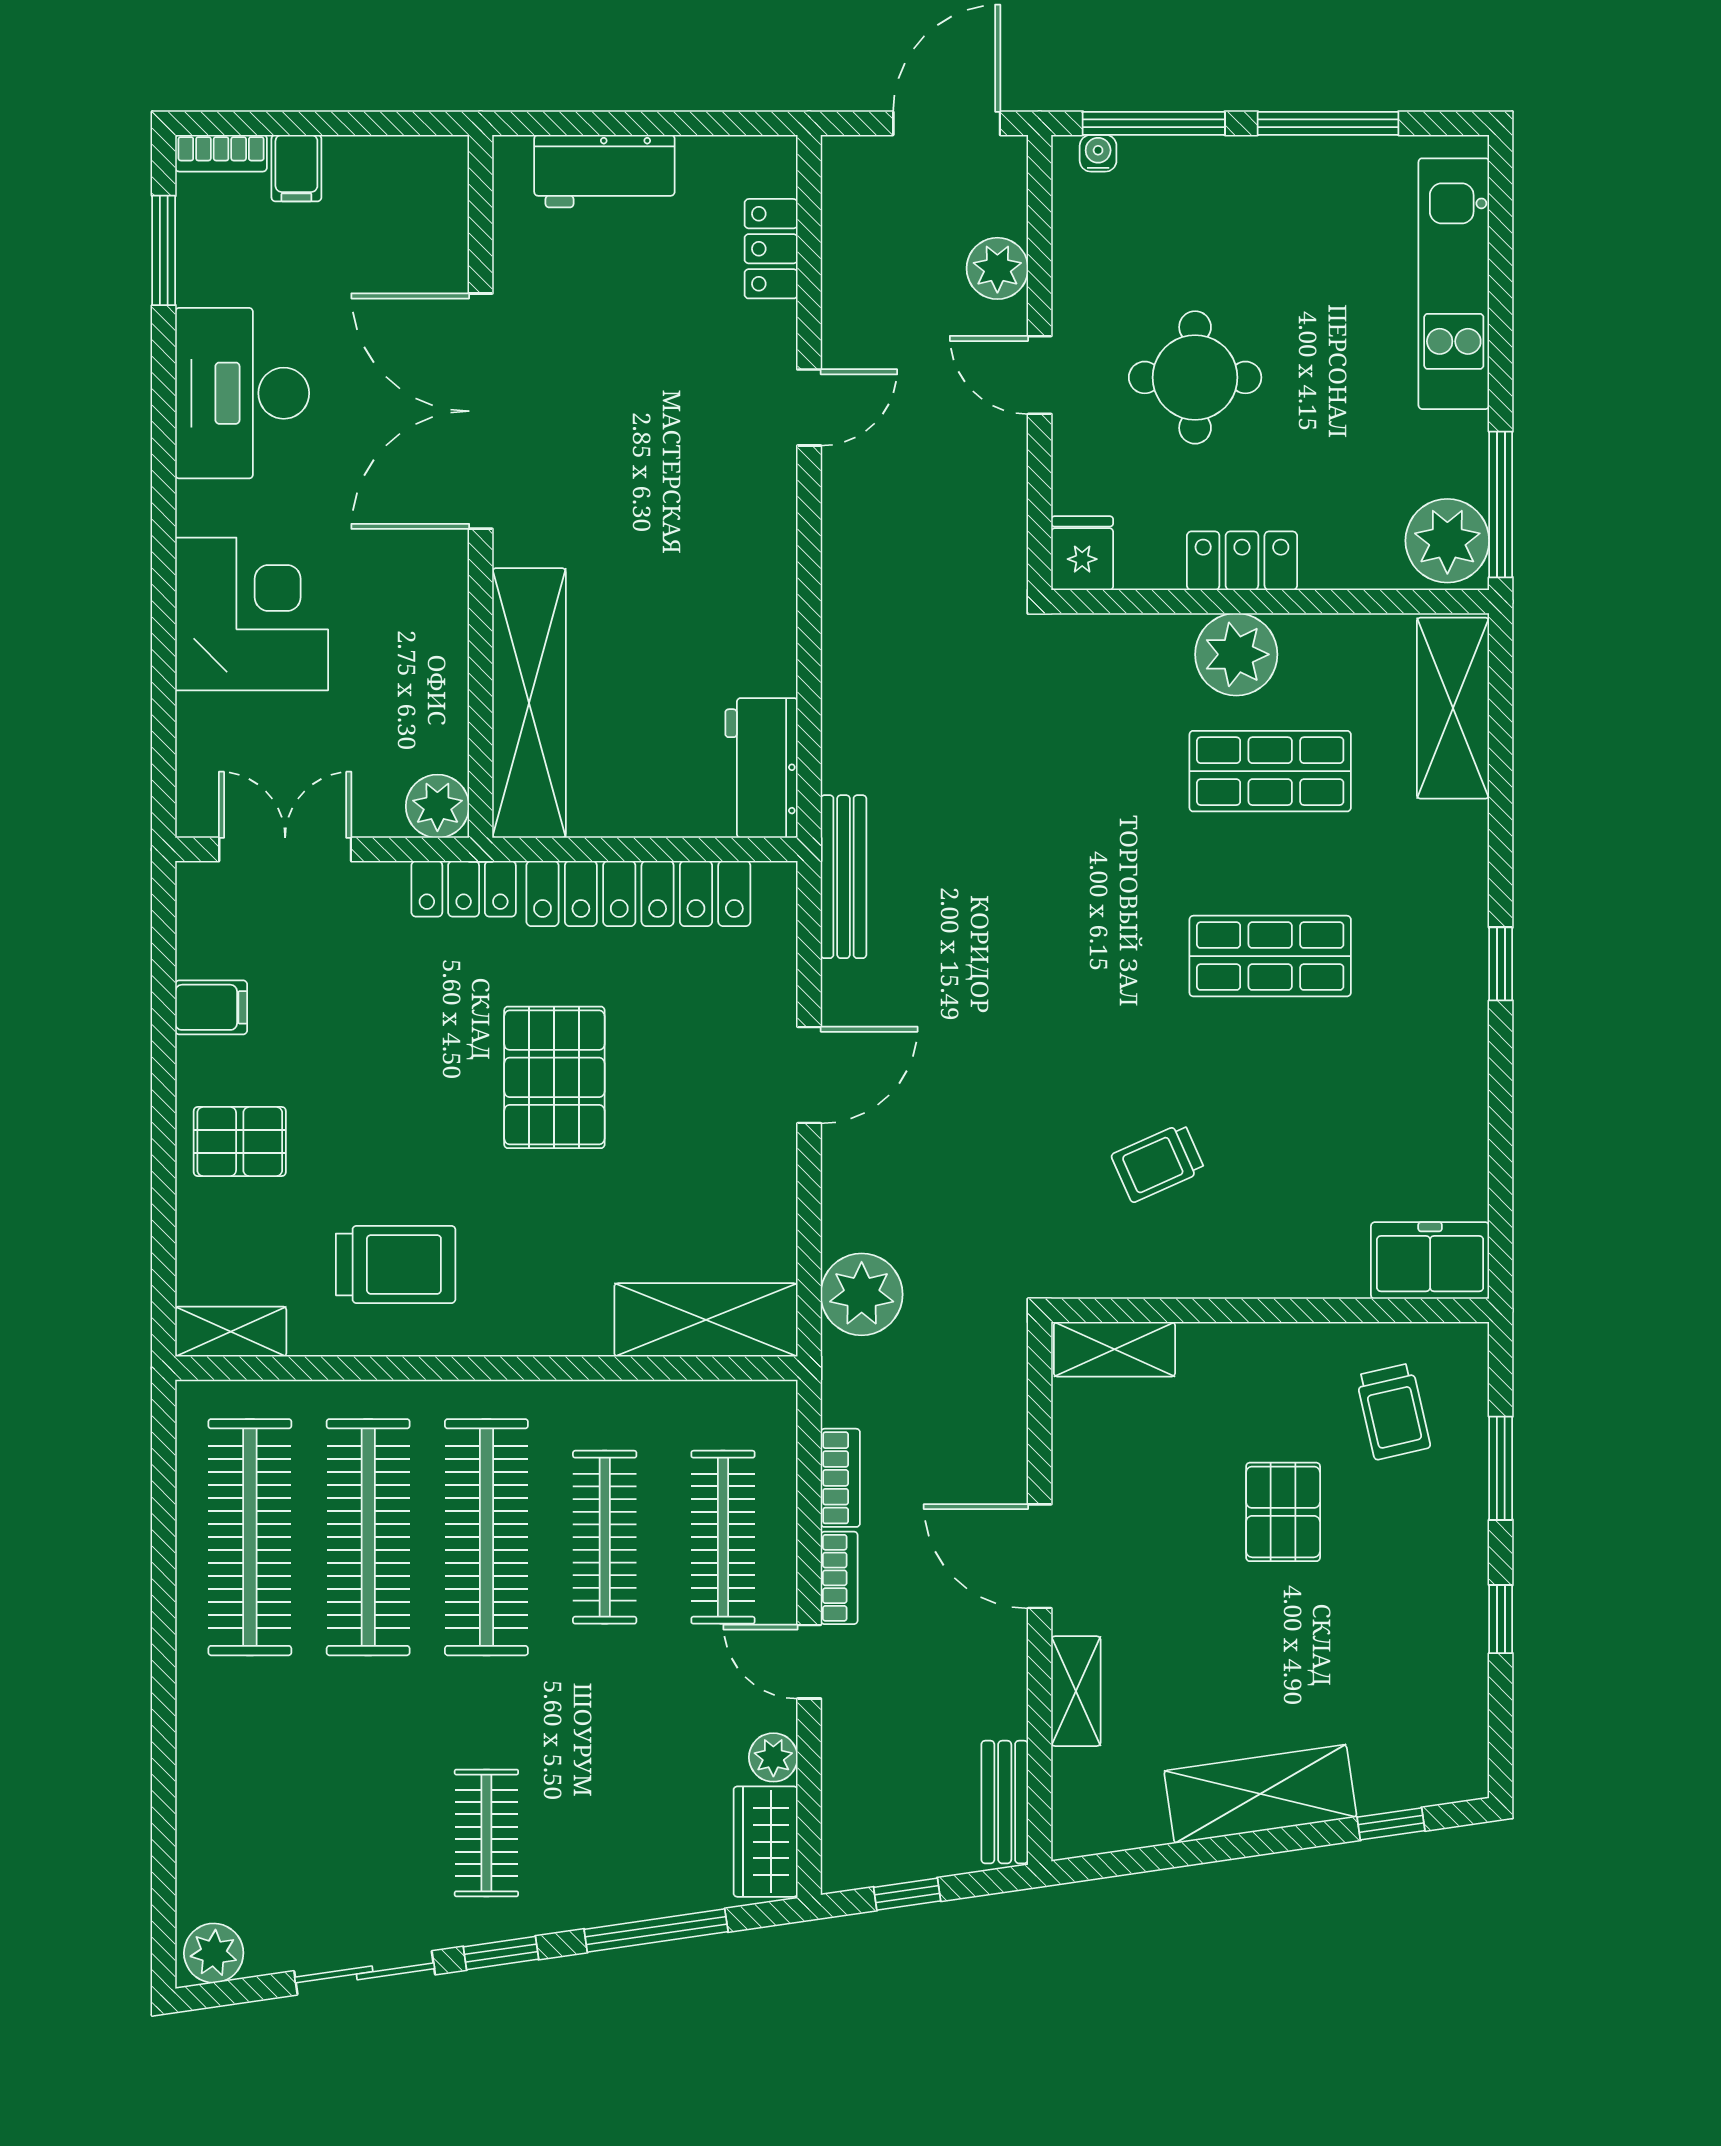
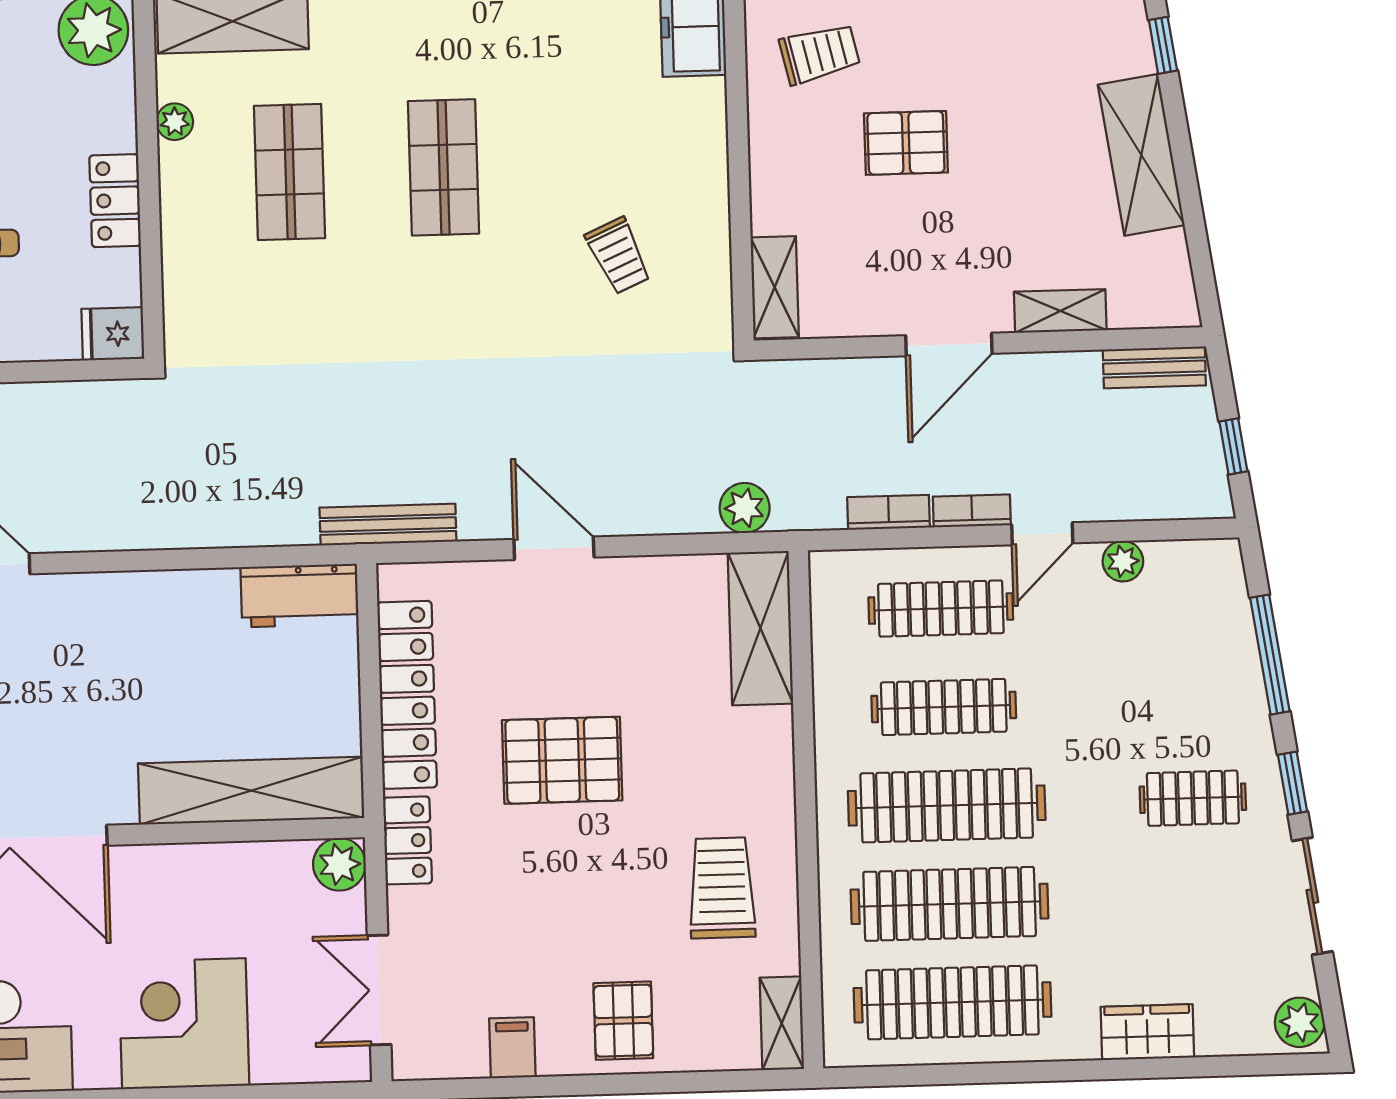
plant: (1236, 654) -> (175, 122), moved, width x0.53, depth x0.53
plant: (862, 1294) -> (745, 508), width x0.73, depth x0.73
wardrobe: (766, 1842) -> (1147, 1032), moved, turned 180

